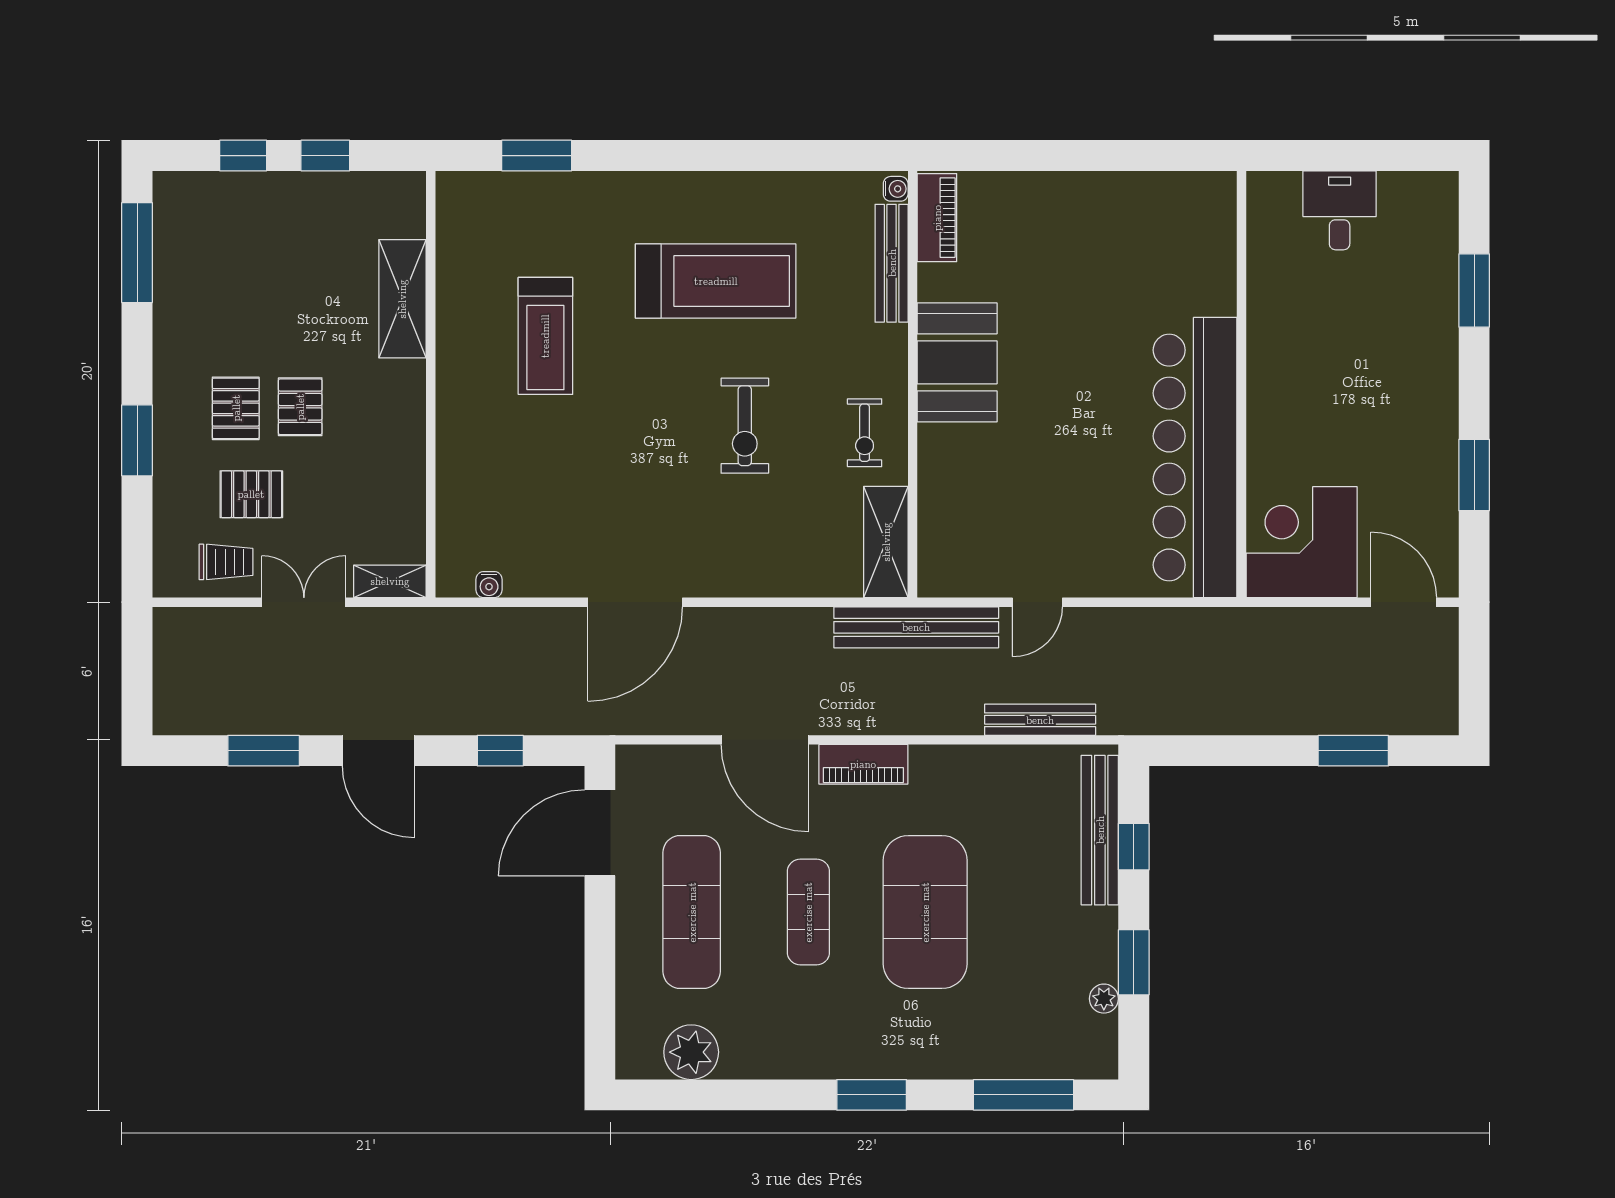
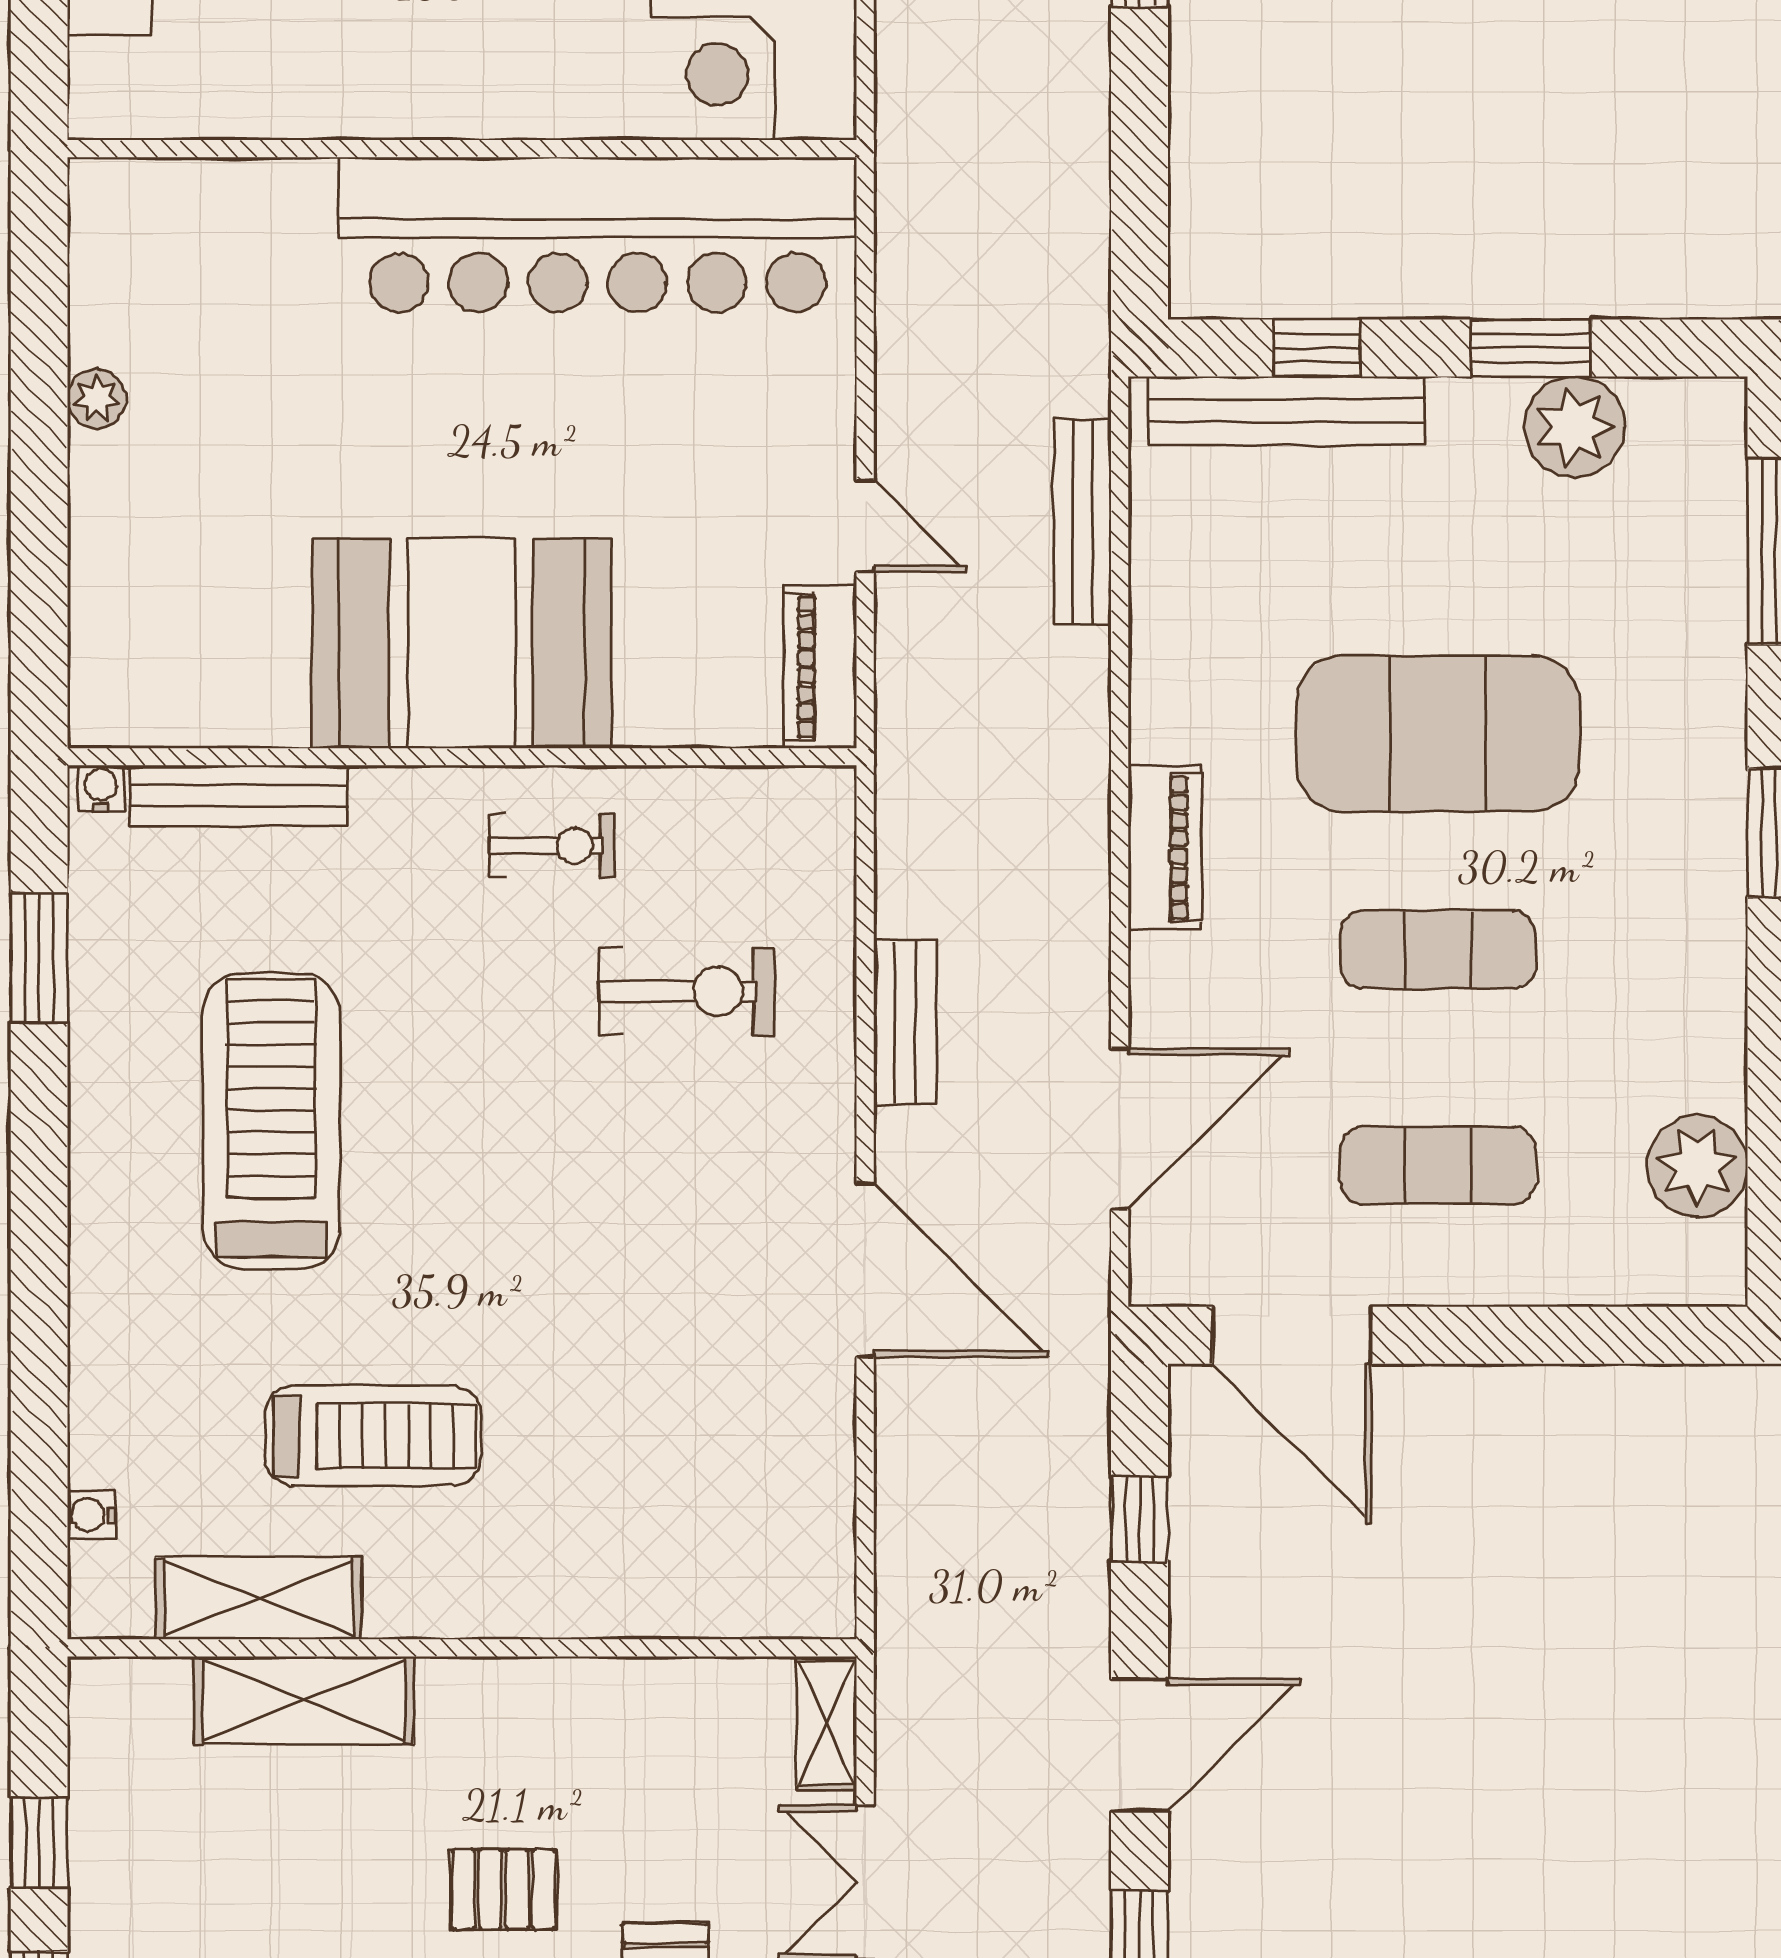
window: (537, 156) -> (39, 958), moved
plant: (1106, 187) -> (97, 399), added
piano: (937, 218) -> (820, 667), moved, turned -90
booth: (957, 362) -> (461, 643), width x1.36, depth x1.42
exercise bike: (745, 426) -> (686, 991), moved
shelving: (886, 542) -> (259, 1598), moved
water cooler: (489, 585) -> (91, 1515), moved, turned 180
bench: (916, 627) -> (905, 1022), moved, width x0.54, depth x0.82
door: (765, 740) -> (1120, 1129), moved
exercise mat: (692, 912) -> (1438, 1165), width x0.73, depth x0.69
plant: (1104, 999) -> (1575, 427), width x1.88, depth x1.88

